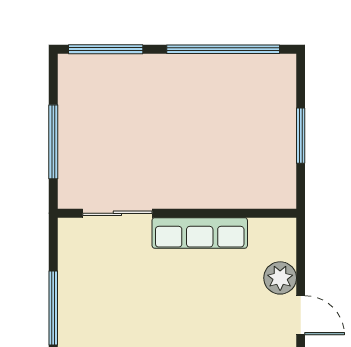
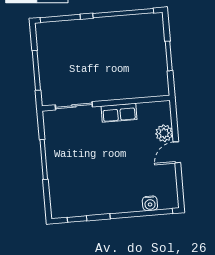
row of seats: (200, 233) -> (119, 113), width x0.68
door: (301, 315) -> (177, 152), swing flipped

